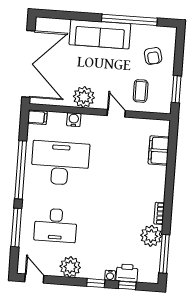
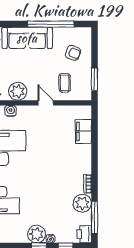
armchair: (153, 56) -> (73, 53), turned -55
plant: (70, 267) -> (37, 234), moved
printer: (127, 273) -> (84, 234), moved, turned -90

